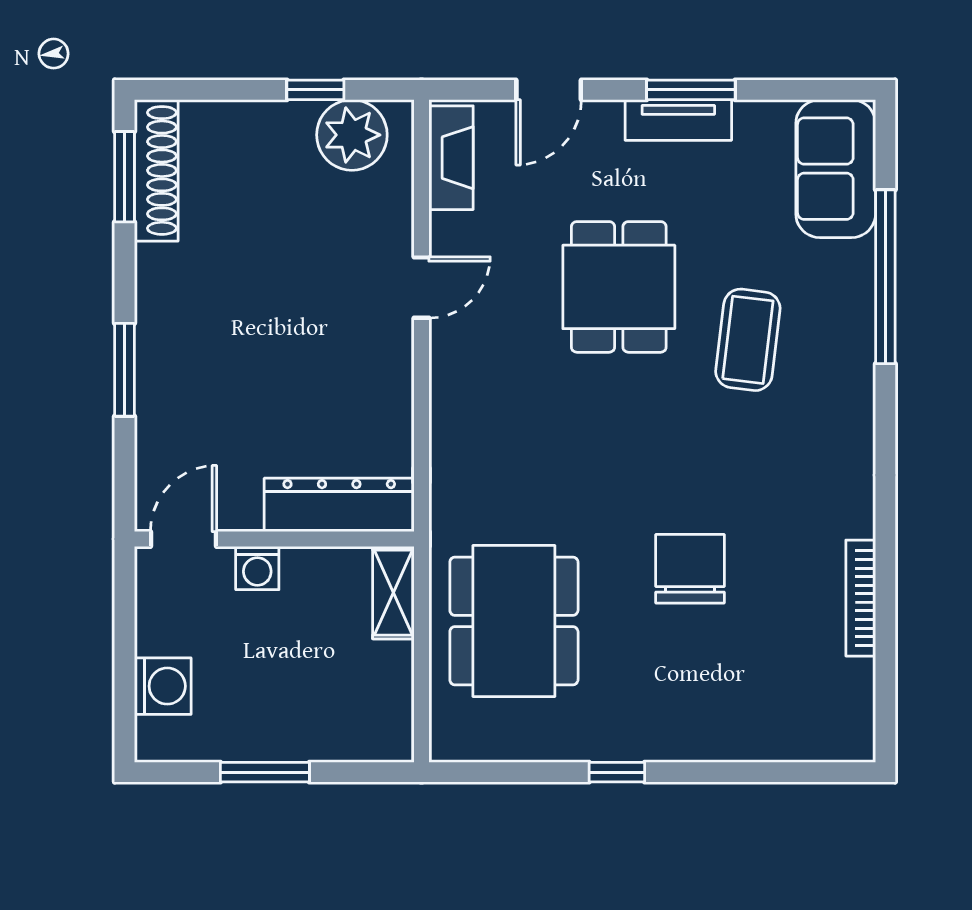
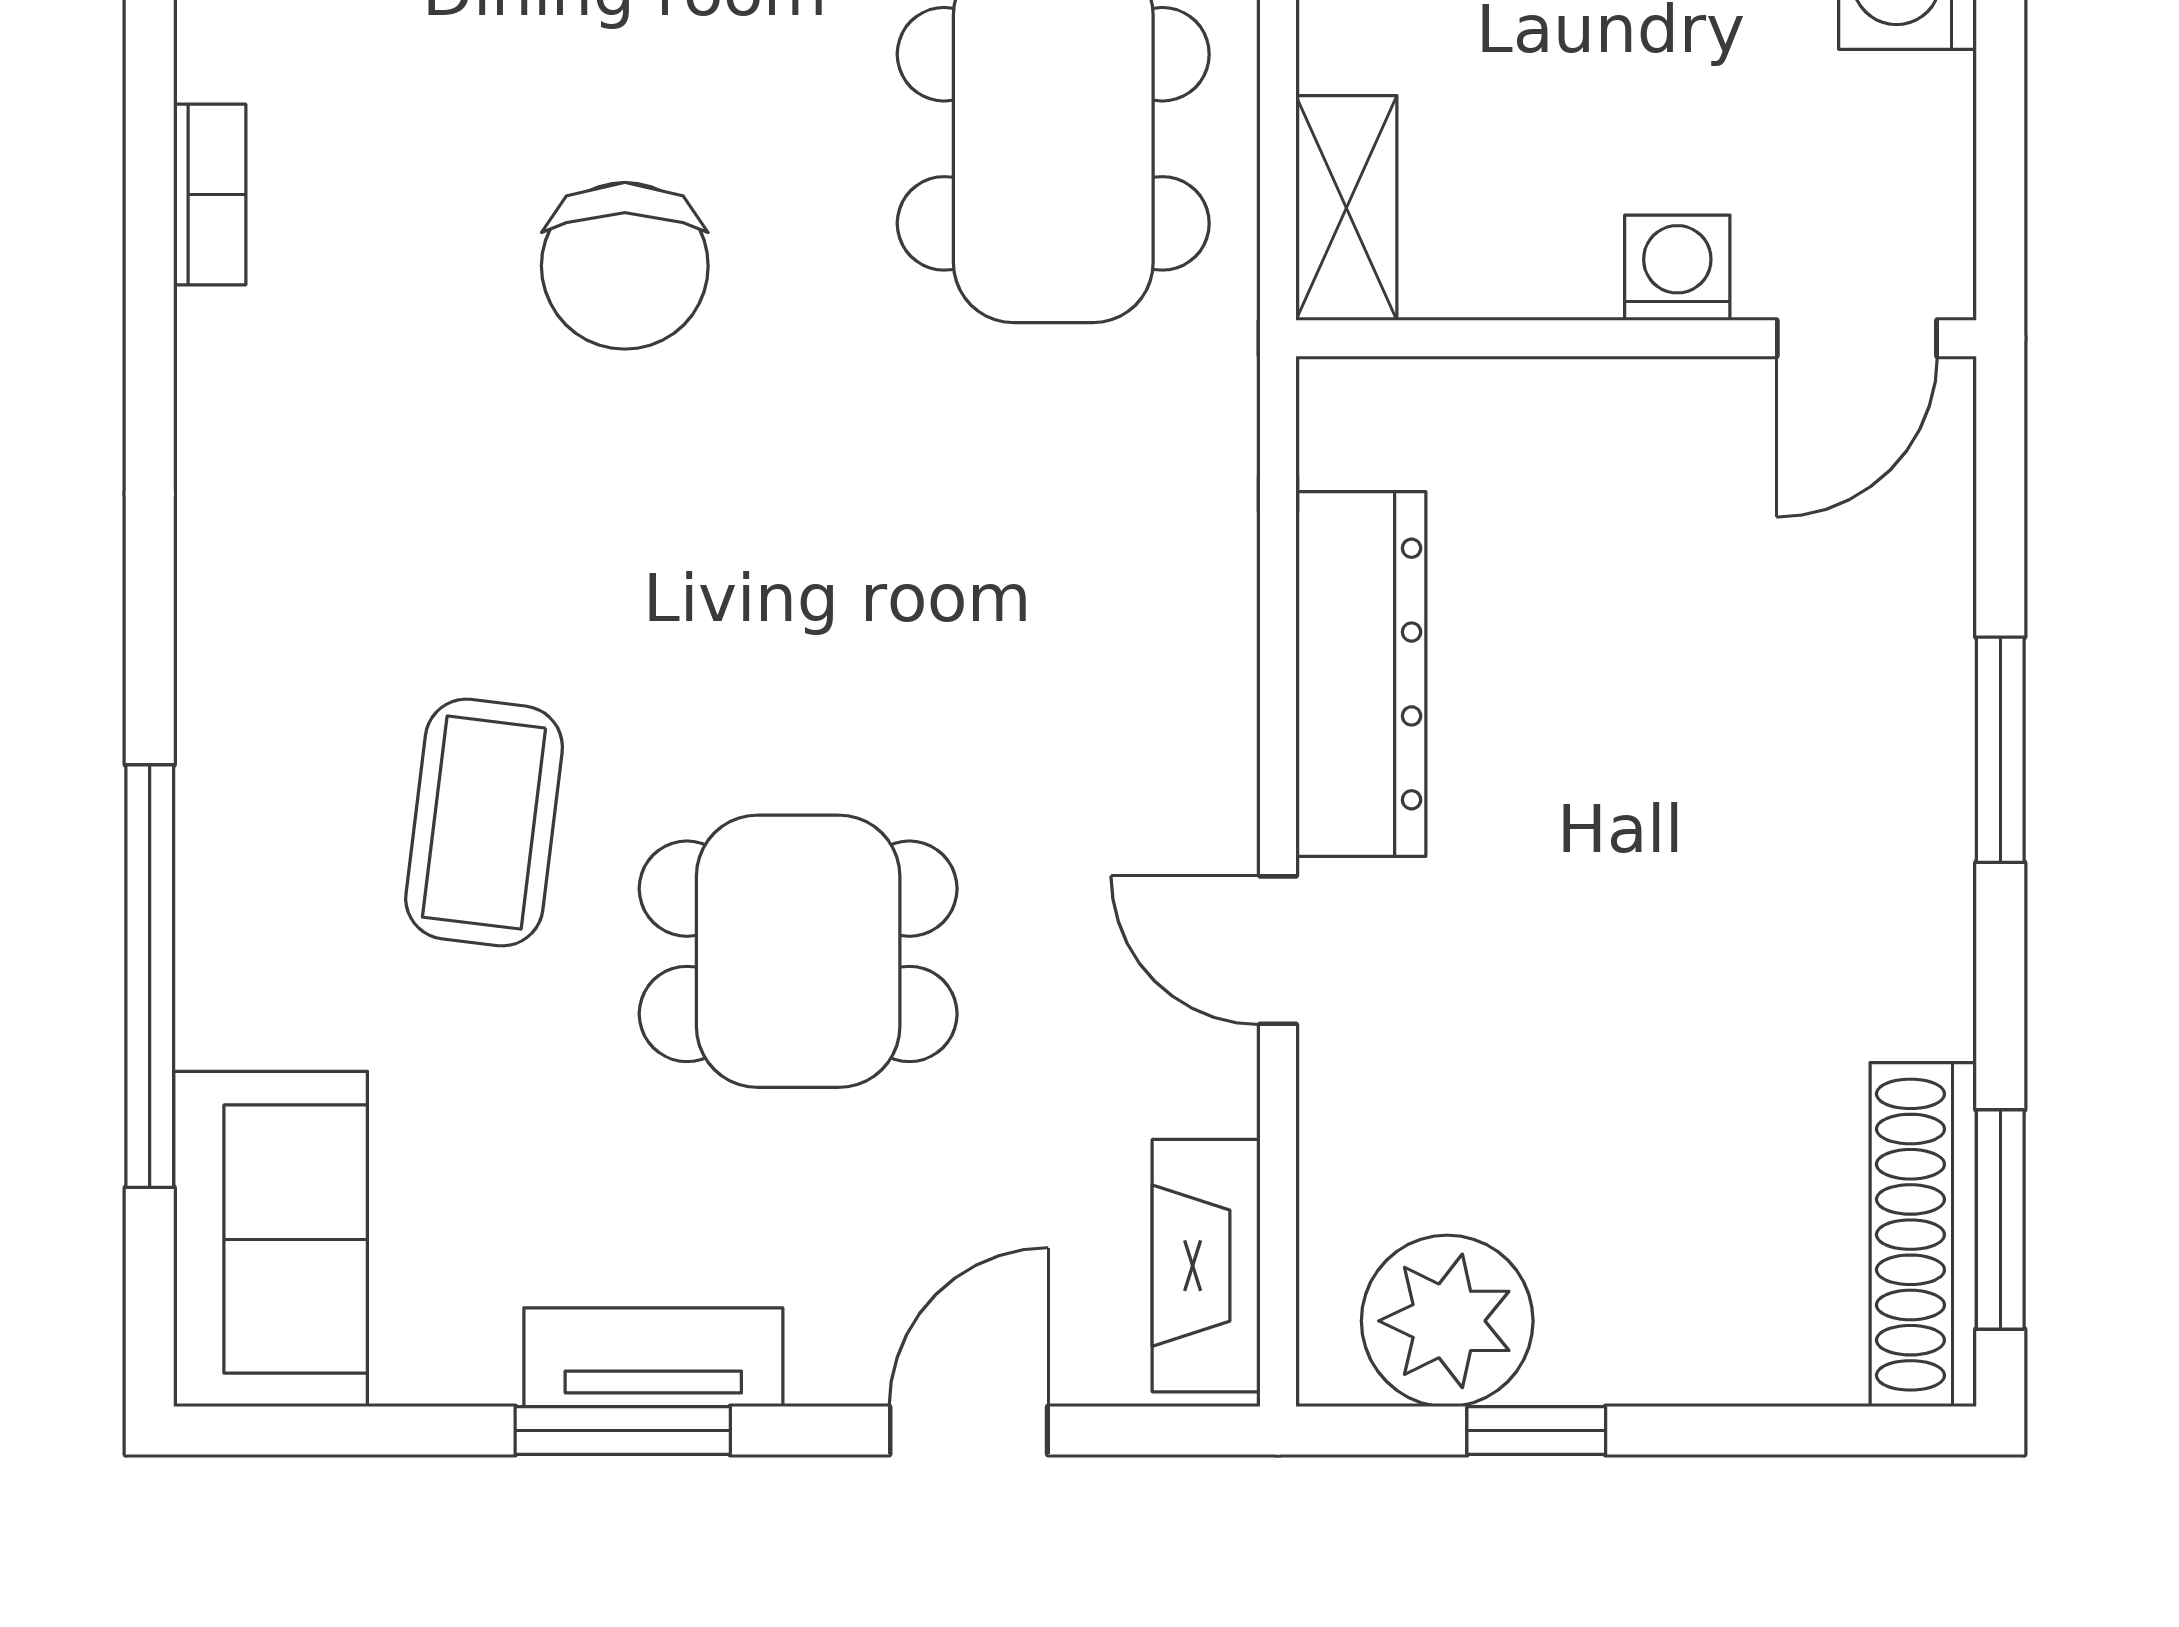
door: (422, 287) -> (1278, 950), hinge flipped
dining table: (619, 287) -> (798, 951), turned 90
dresser: (339, 505) -> (1361, 674), moved, turned -90
bookcase: (861, 598) -> (210, 194), width x0.64

